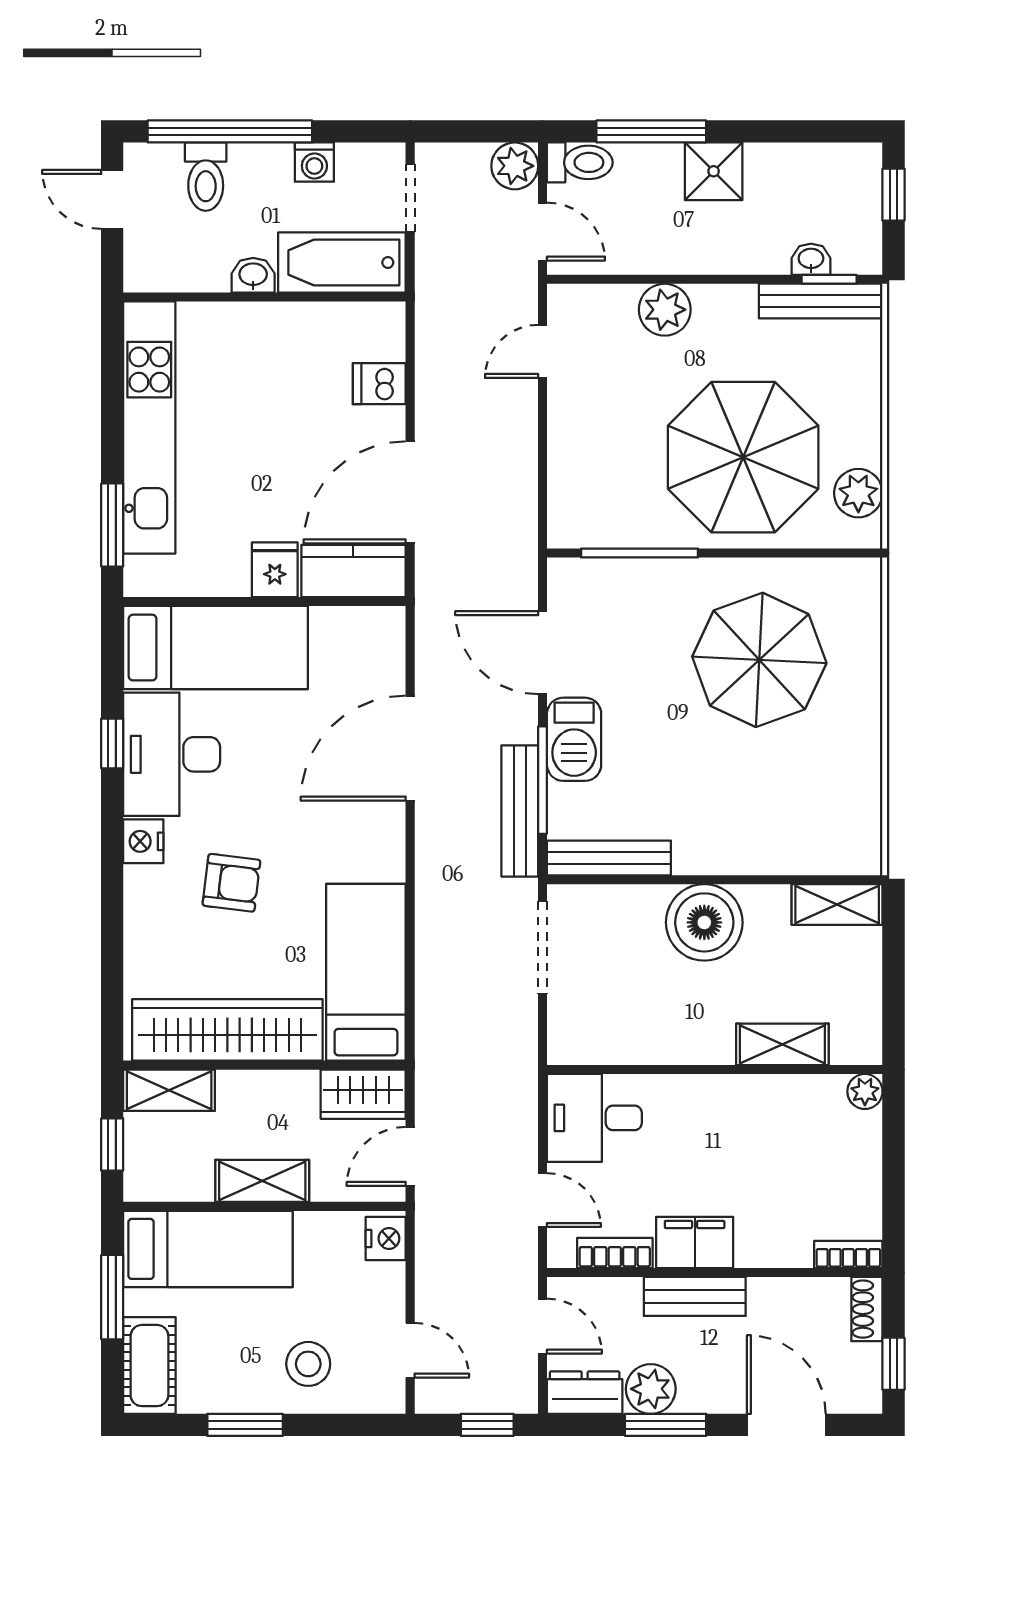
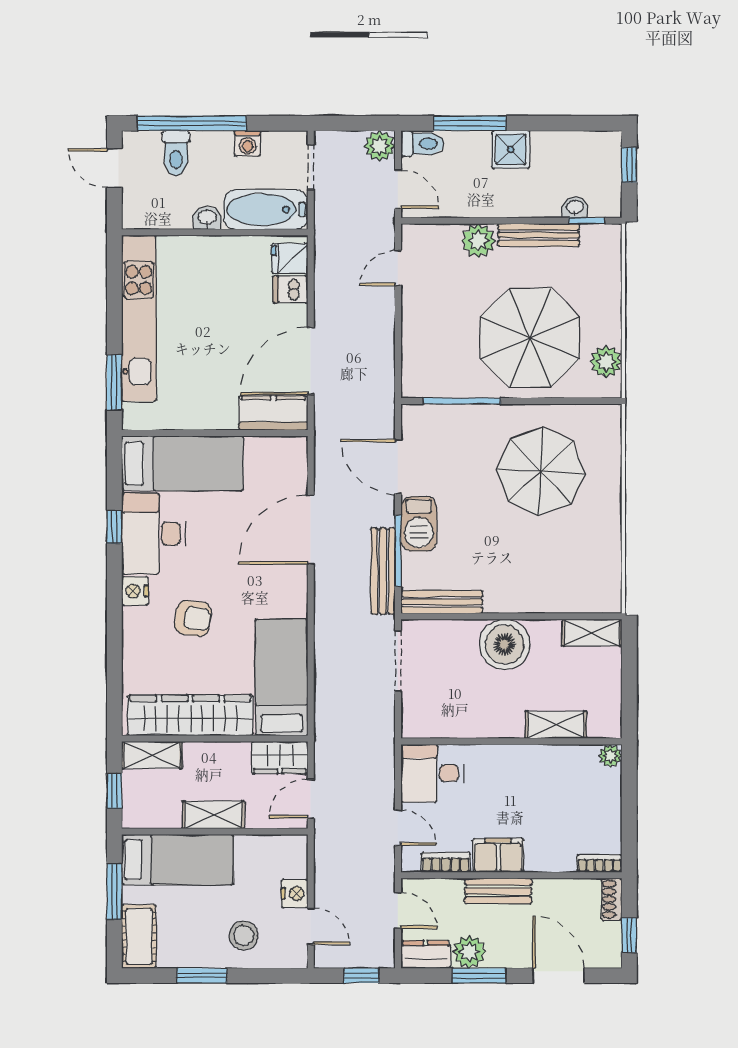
bench: (821, 301) -> (539, 235), moved
fridge: (275, 570) -> (290, 258), moved, turned -90
nightstand: (386, 1239) -> (295, 893), moved

